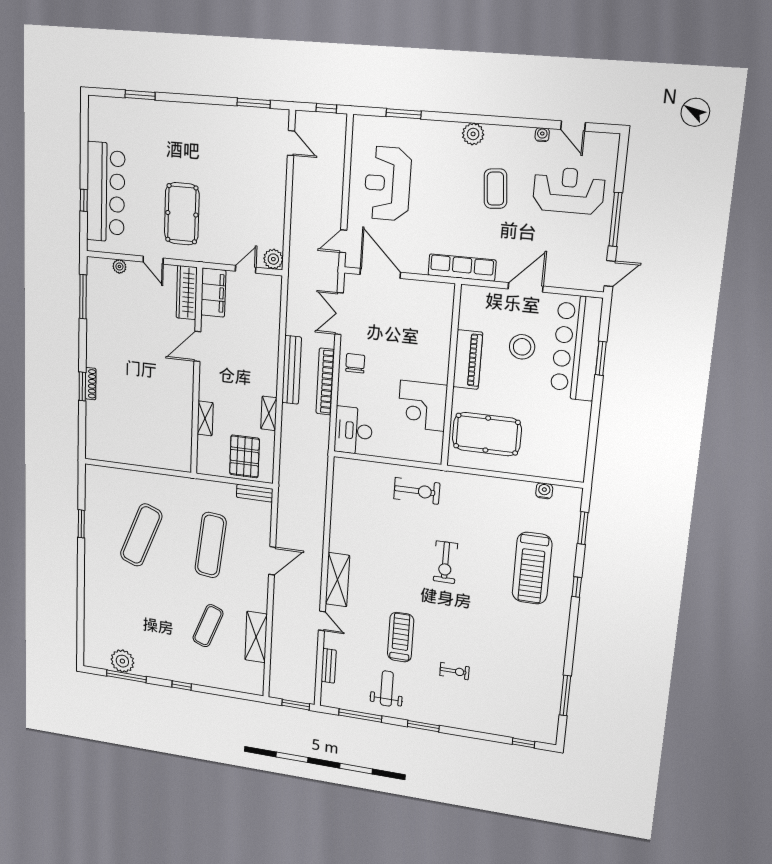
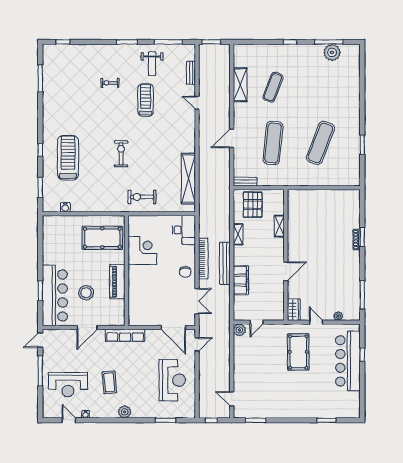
wardrobe: (187, 293) -> (294, 310), width x0.67
filing cabinet: (213, 293) -> (241, 280), moved, turned 180
shelving: (337, 580) -> (188, 179), moved, width x1.47
treadmill: (401, 637) -> (146, 100), turned 180

